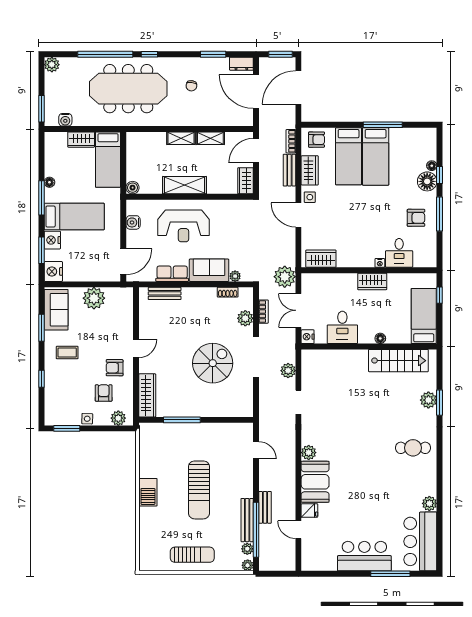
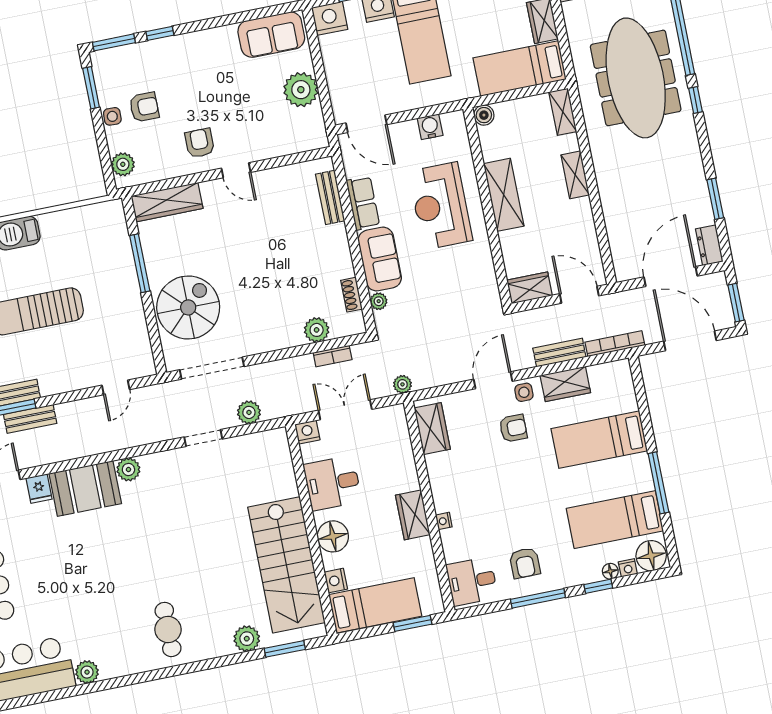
chair: (191, 86) -> (660, 175), removed
shelving: (210, 138) -> (563, 112), moved
armchair: (317, 140) -> (513, 428), moved, turned -90
bookcase: (291, 141) -> (615, 344), width x1.56
nightstand: (432, 154) -> (628, 568), added
bed: (376, 156) -> (615, 520), moved
floor lamp: (427, 181) -> (651, 556), moved
desk: (399, 253) -> (472, 581), moved
plant: (285, 277) -> (402, 384), width x0.53, depth x0.53
window: (440, 295) -> (413, 623), width x1.50
window: (41, 328) -> (114, 42), moved
nightstand: (403, 337) -> (336, 581), added
floor lamp: (380, 338) -> (333, 536), width x1.89, depth x1.89
coffee table: (67, 353) -> (208, 65), removed
doorway: (256, 357) -> (212, 368), moved
stairs: (398, 361) -> (286, 565), width x1.36, depth x1.51
spiral stairs: (213, 363) -> (188, 307), moved, turned -90
armchair: (104, 393) -> (144, 107), moved
window: (440, 403) -> (285, 649), moved

